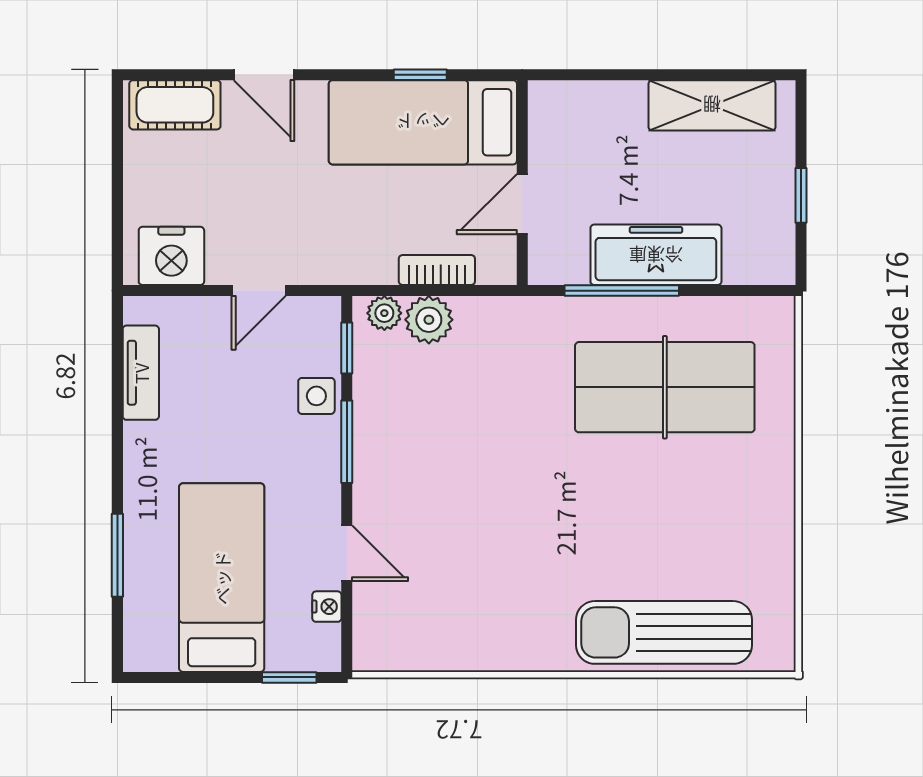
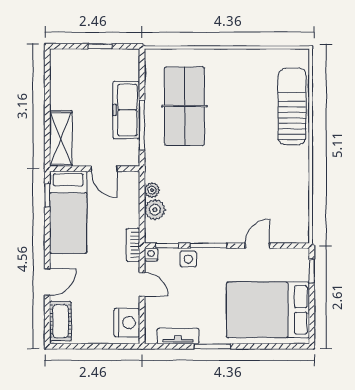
window: (420, 75) -> (47, 195), moved
shelving: (712, 105) -> (61, 139), moved
bookcase: (437, 270) -> (133, 245), moved
plant: (384, 313) -> (152, 190), moved
window: (117, 555) -> (212, 346), moved
bed: (222, 578) -> (268, 310), width x1.50
nightstand: (327, 607) -> (151, 254), moved
sun lounger: (664, 632) -> (292, 106), turned 180

